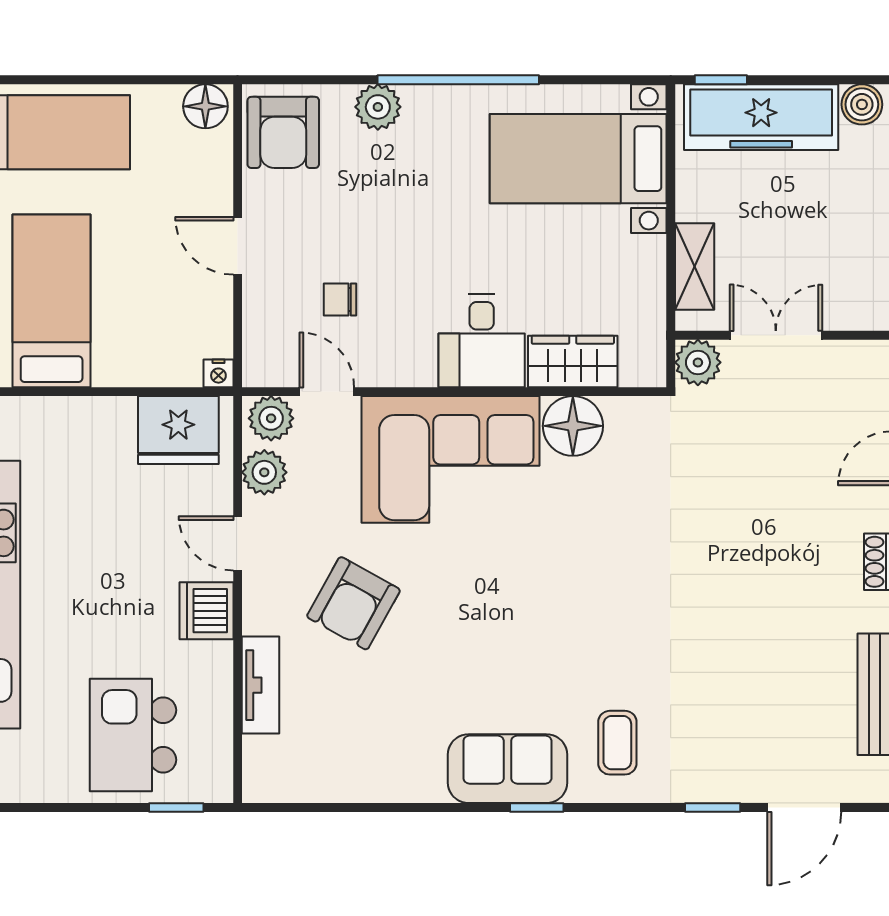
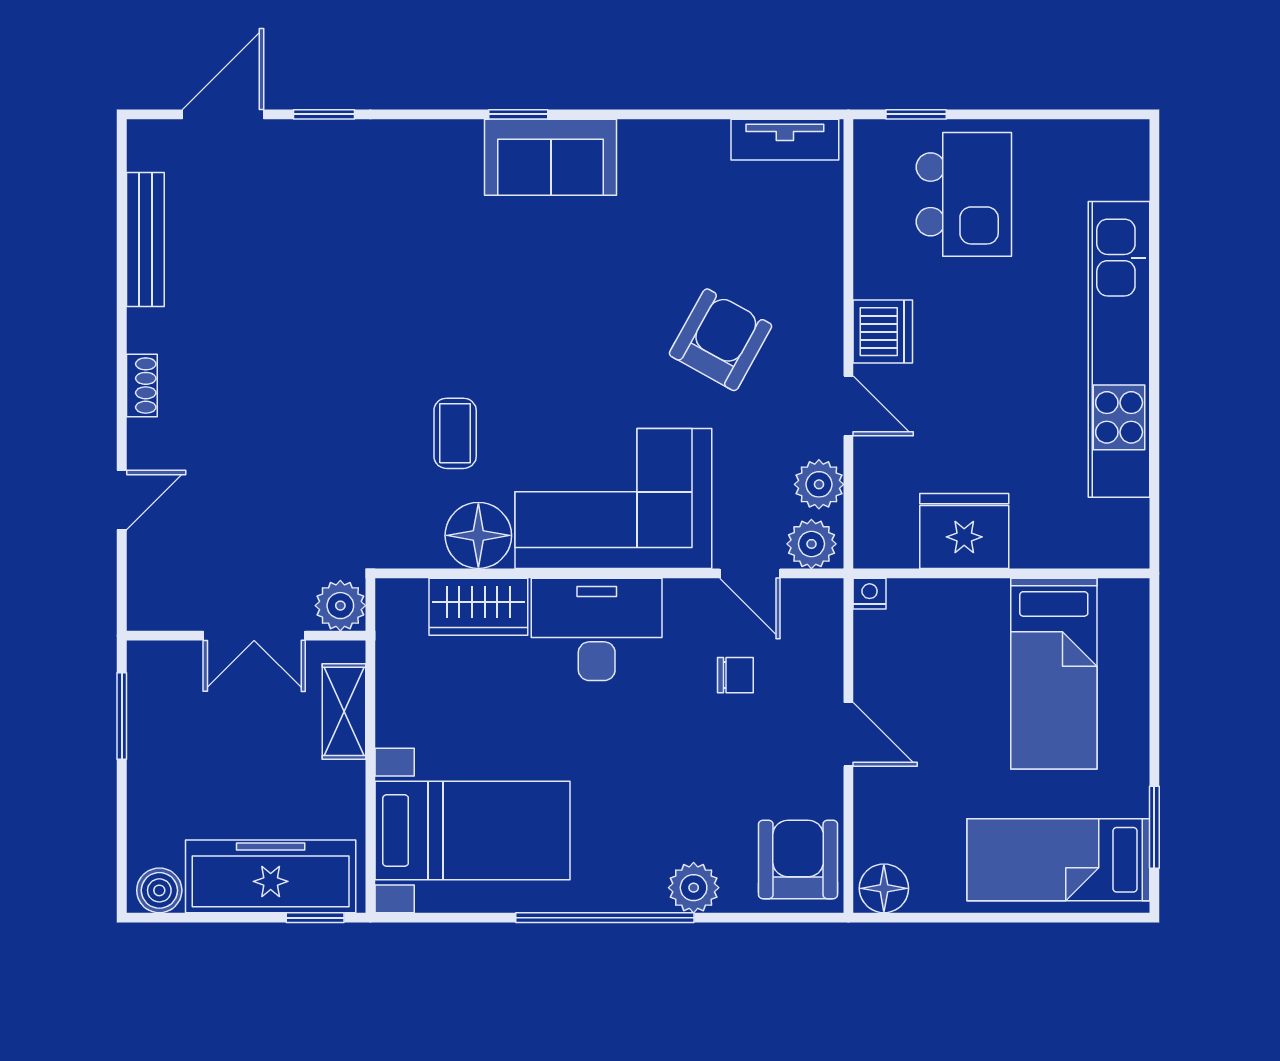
desk: (482, 341) -> (597, 629), width x1.37
fridge: (178, 430) -> (964, 531), moved
tv unit: (261, 685) -> (785, 140), moved, turned -90
coffee table: (617, 743) -> (455, 433), moved

